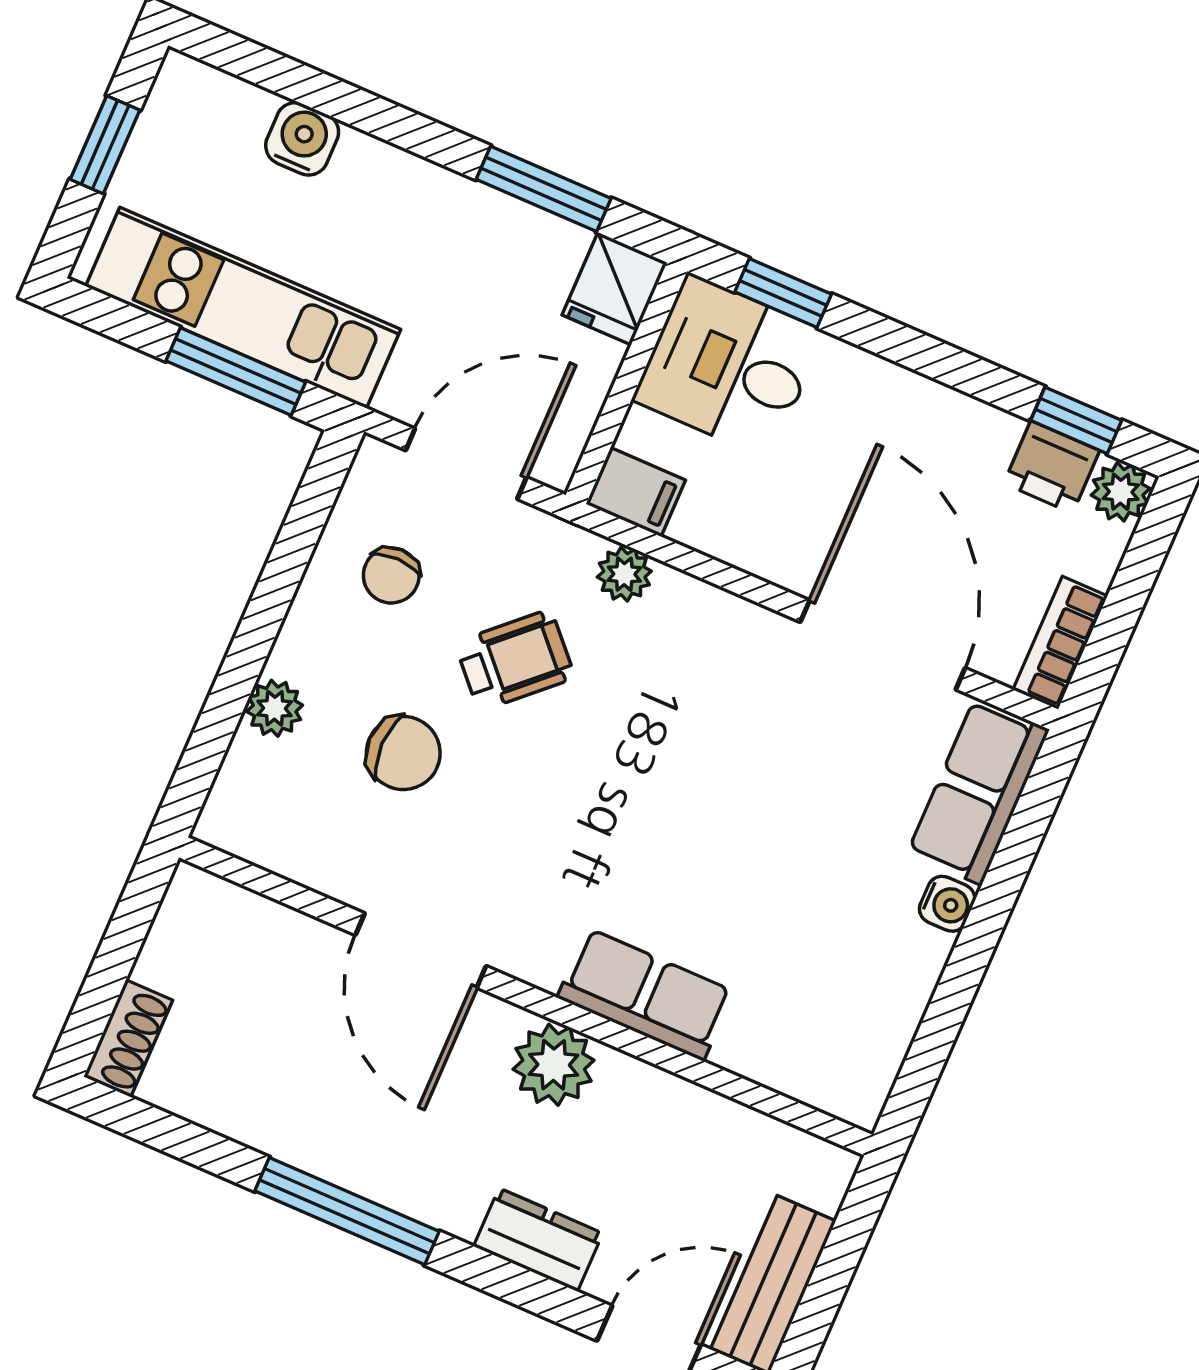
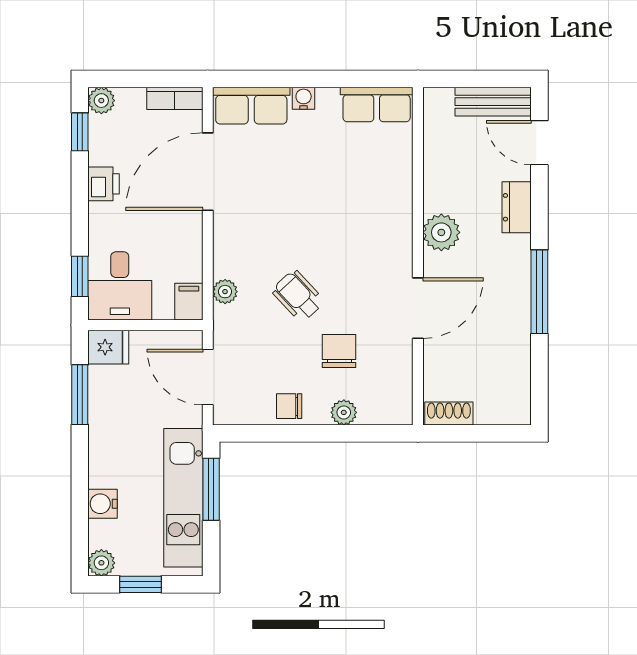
plant: (183, 84) -> (101, 563), added
printer: (1052, 467) -> (103, 184), moved
chair: (391, 575) -> (289, 406), moved, turned 180
wheelchair: (515, 660) -> (298, 296), moved
row of seats: (645, 994) -> (377, 105), moved, turned -90
shoe rack: (128, 1038) -> (449, 414), moved

